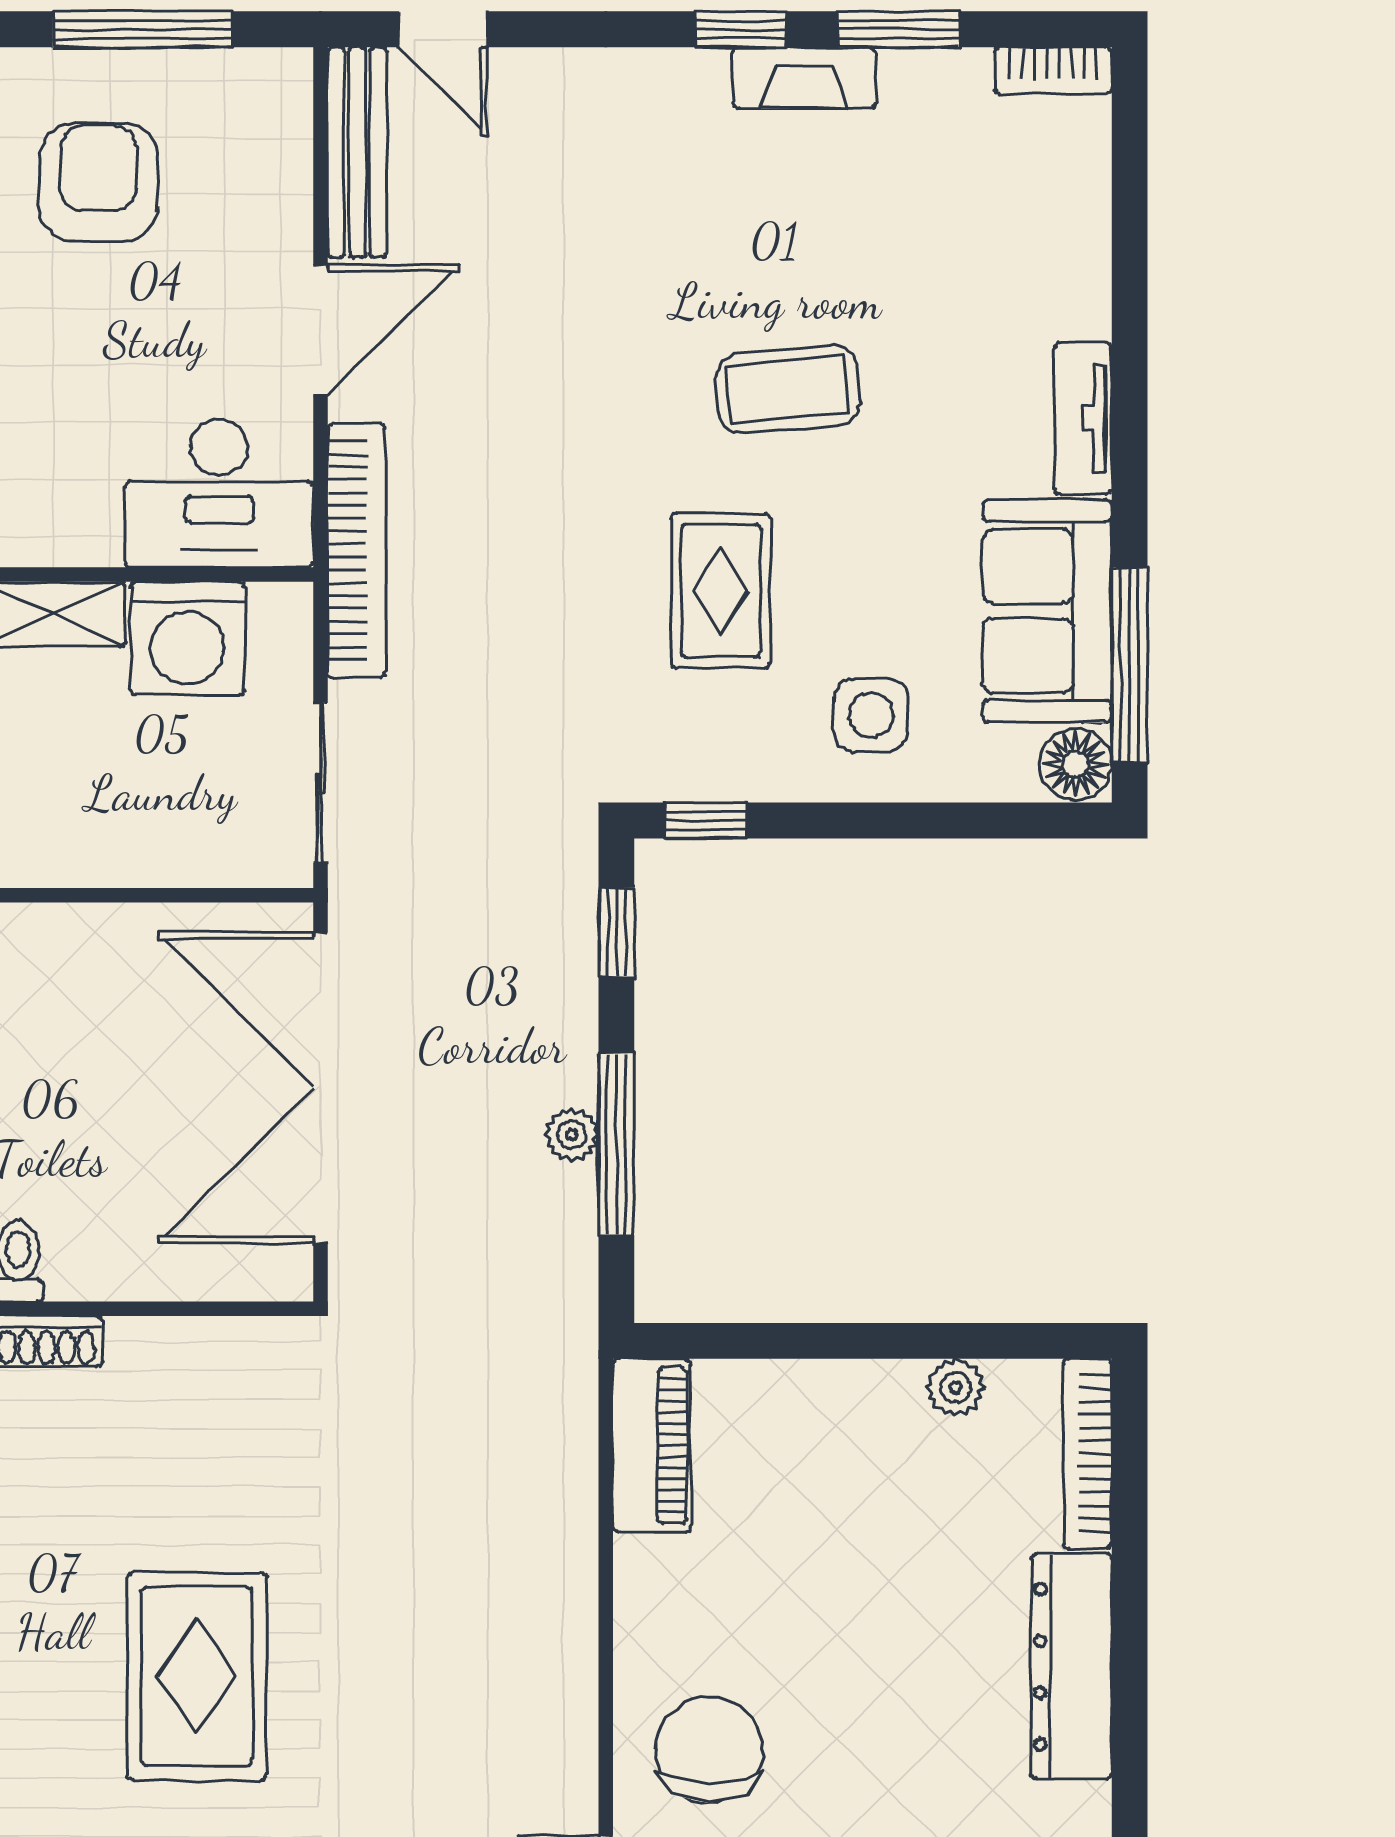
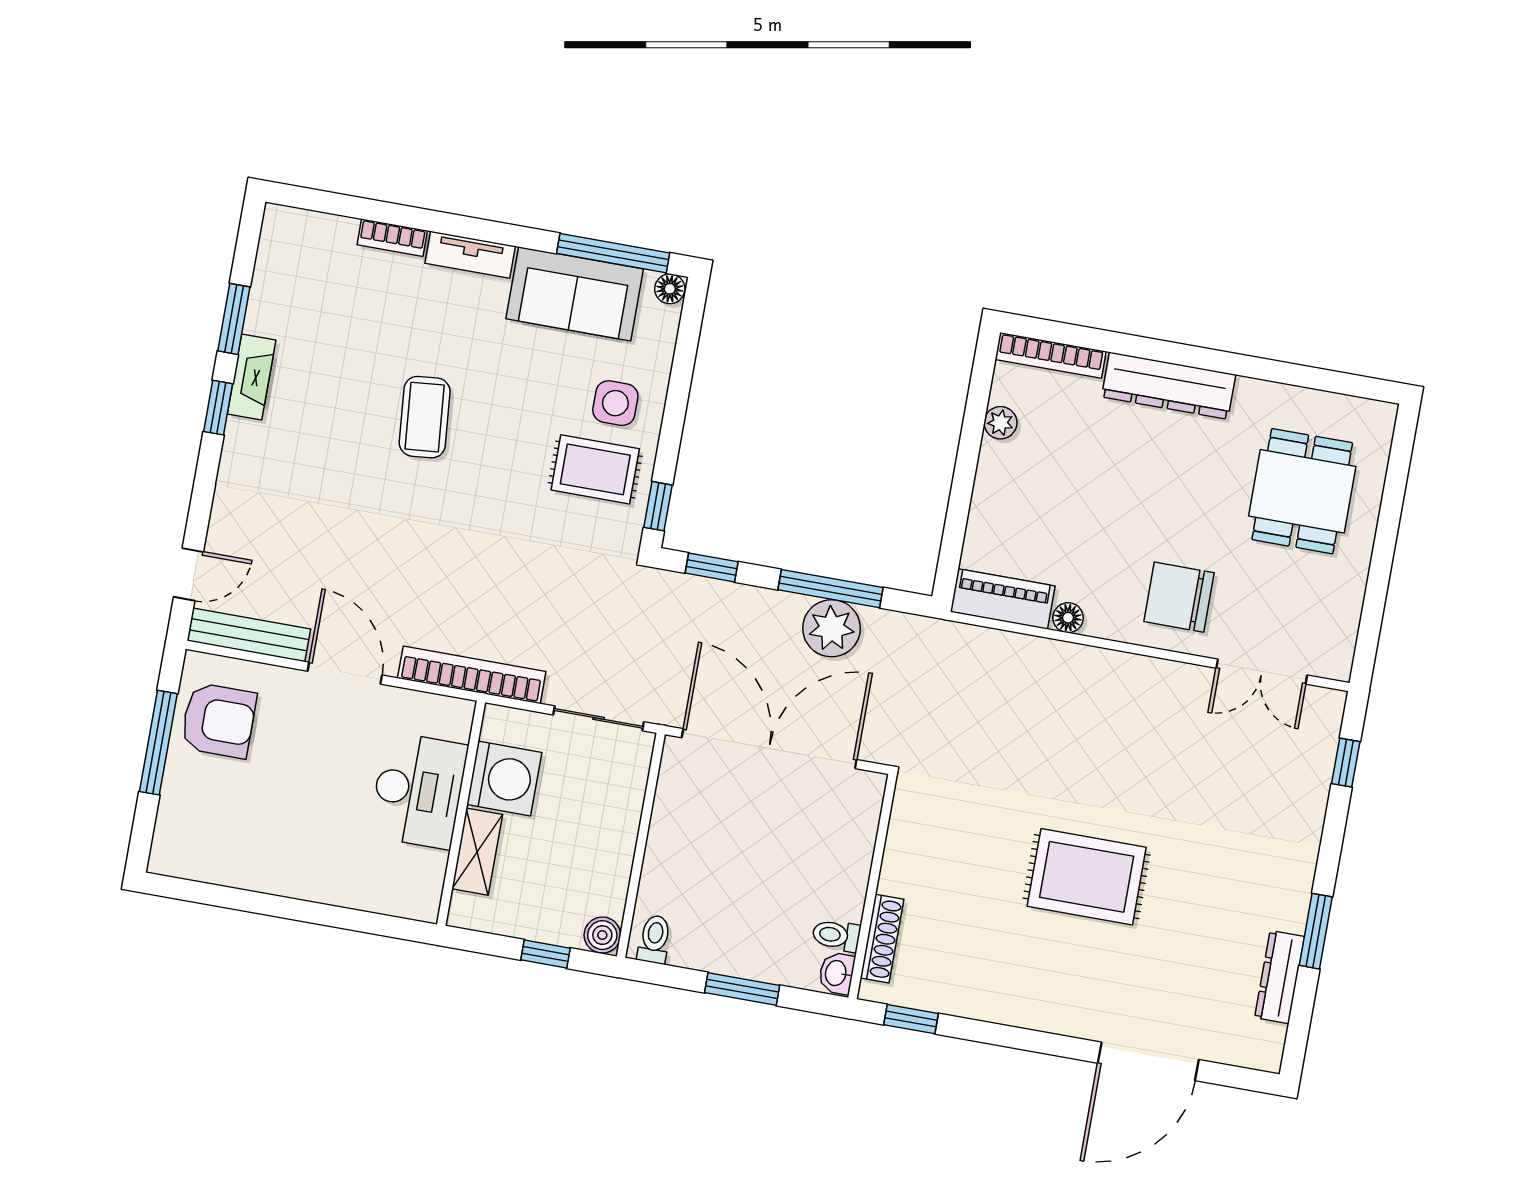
bookcase: (1053, 71) -> (392, 238), moved, turned 90
armchair: (98, 182) -> (219, 720), moved, turned 180
desk: (219, 493) -> (418, 790), moved
rug: (721, 591) -> (595, 469), moved
floor lamp: (1076, 764) -> (670, 289), width x0.73, depth x0.73
double door: (321, 1088) -> (769, 749), swing flipped
plant: (572, 1135) -> (832, 628), width x1.88, depth x1.88
floor lamp: (639, 1564) -> (1068, 618), added

